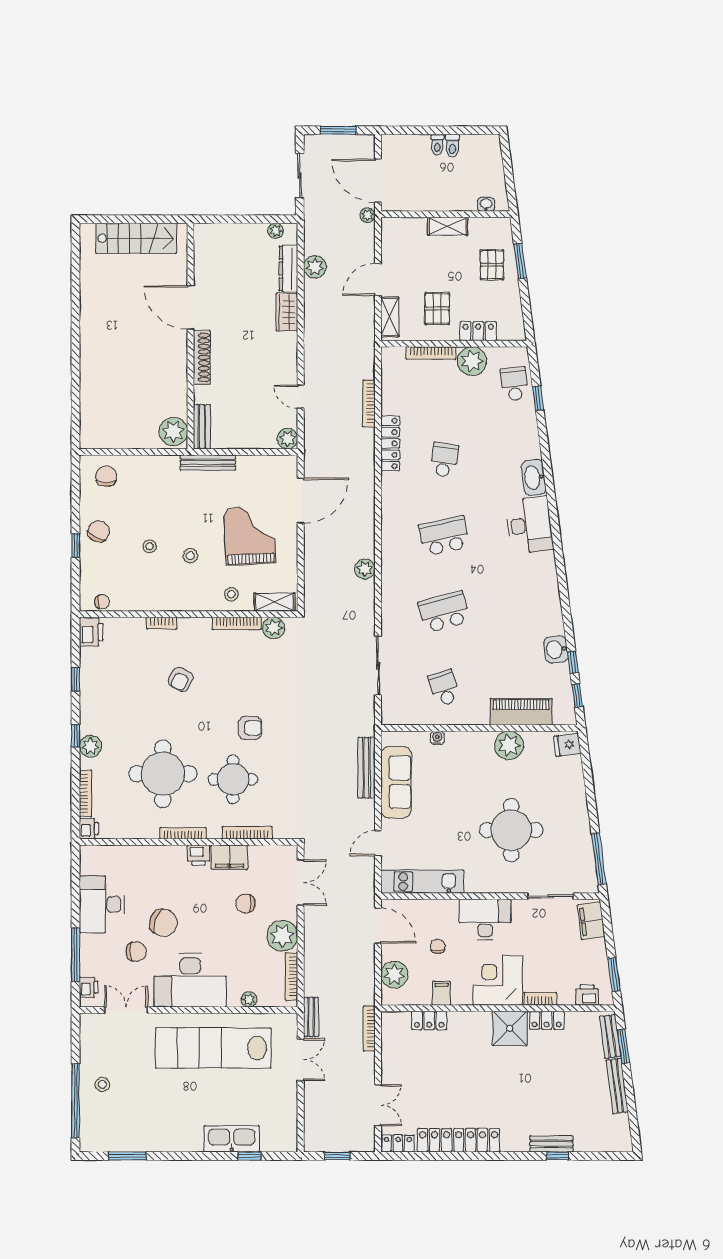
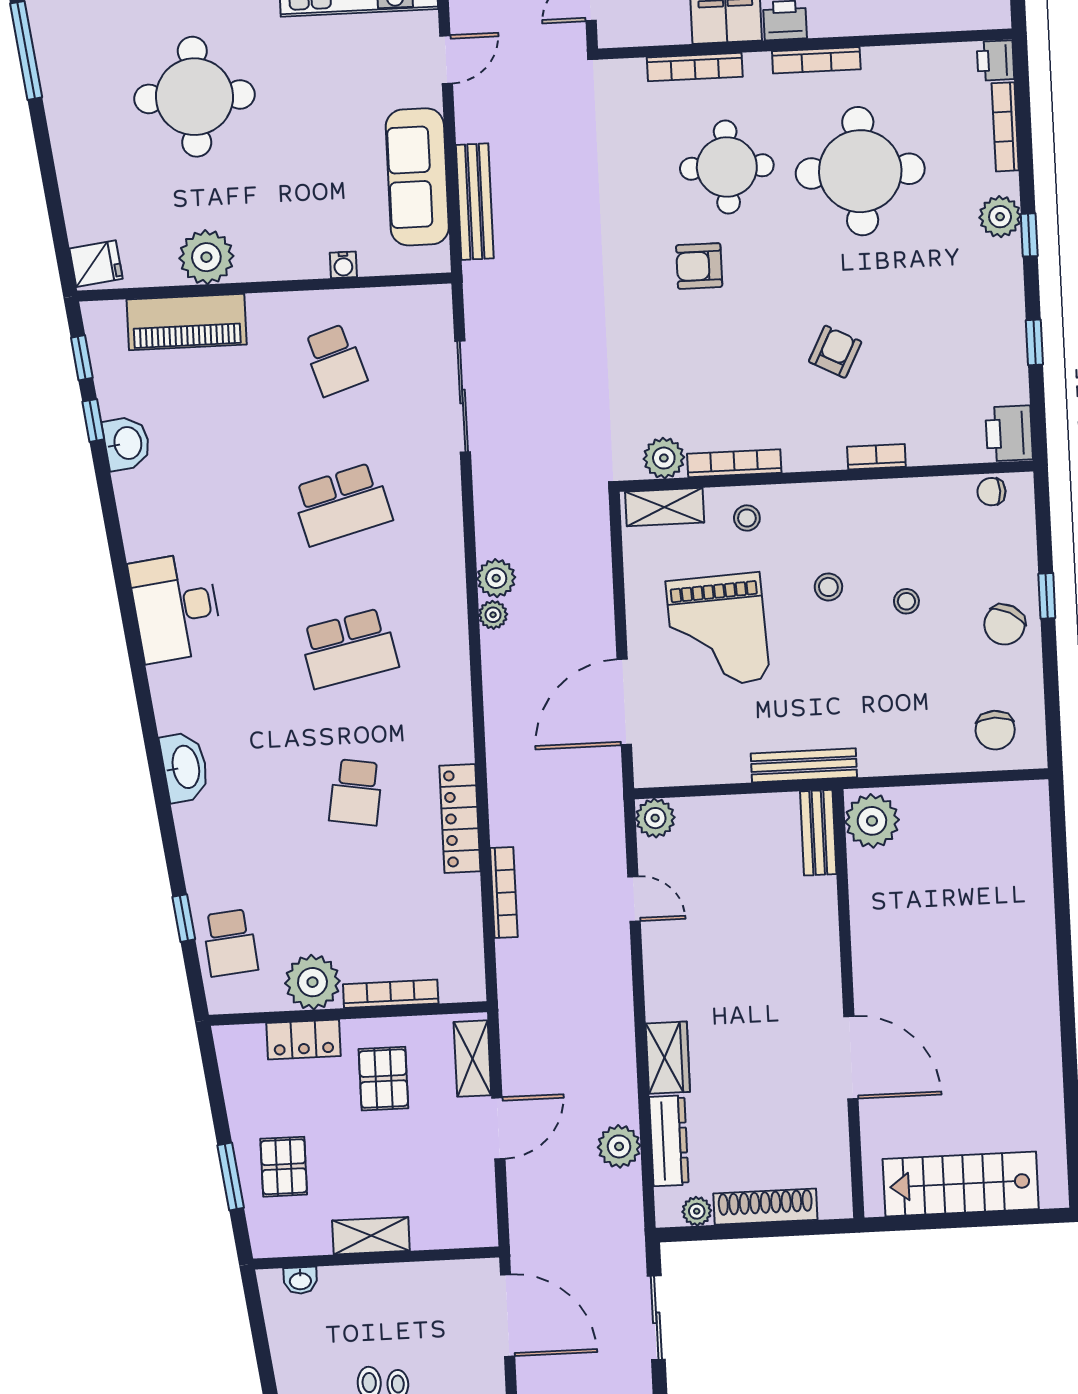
plant: (367, 215) -> (493, 615), moved
shoe rack: (202, 357) -> (765, 1207), moved, turned 90
desk: (529, 525) -> (176, 607), moved

